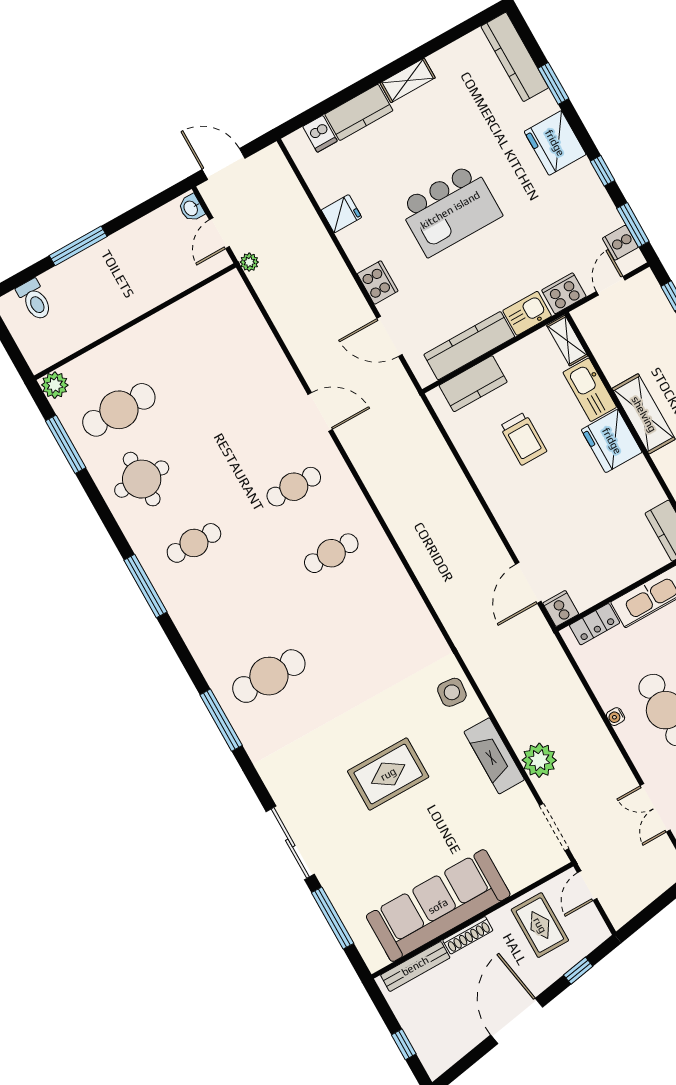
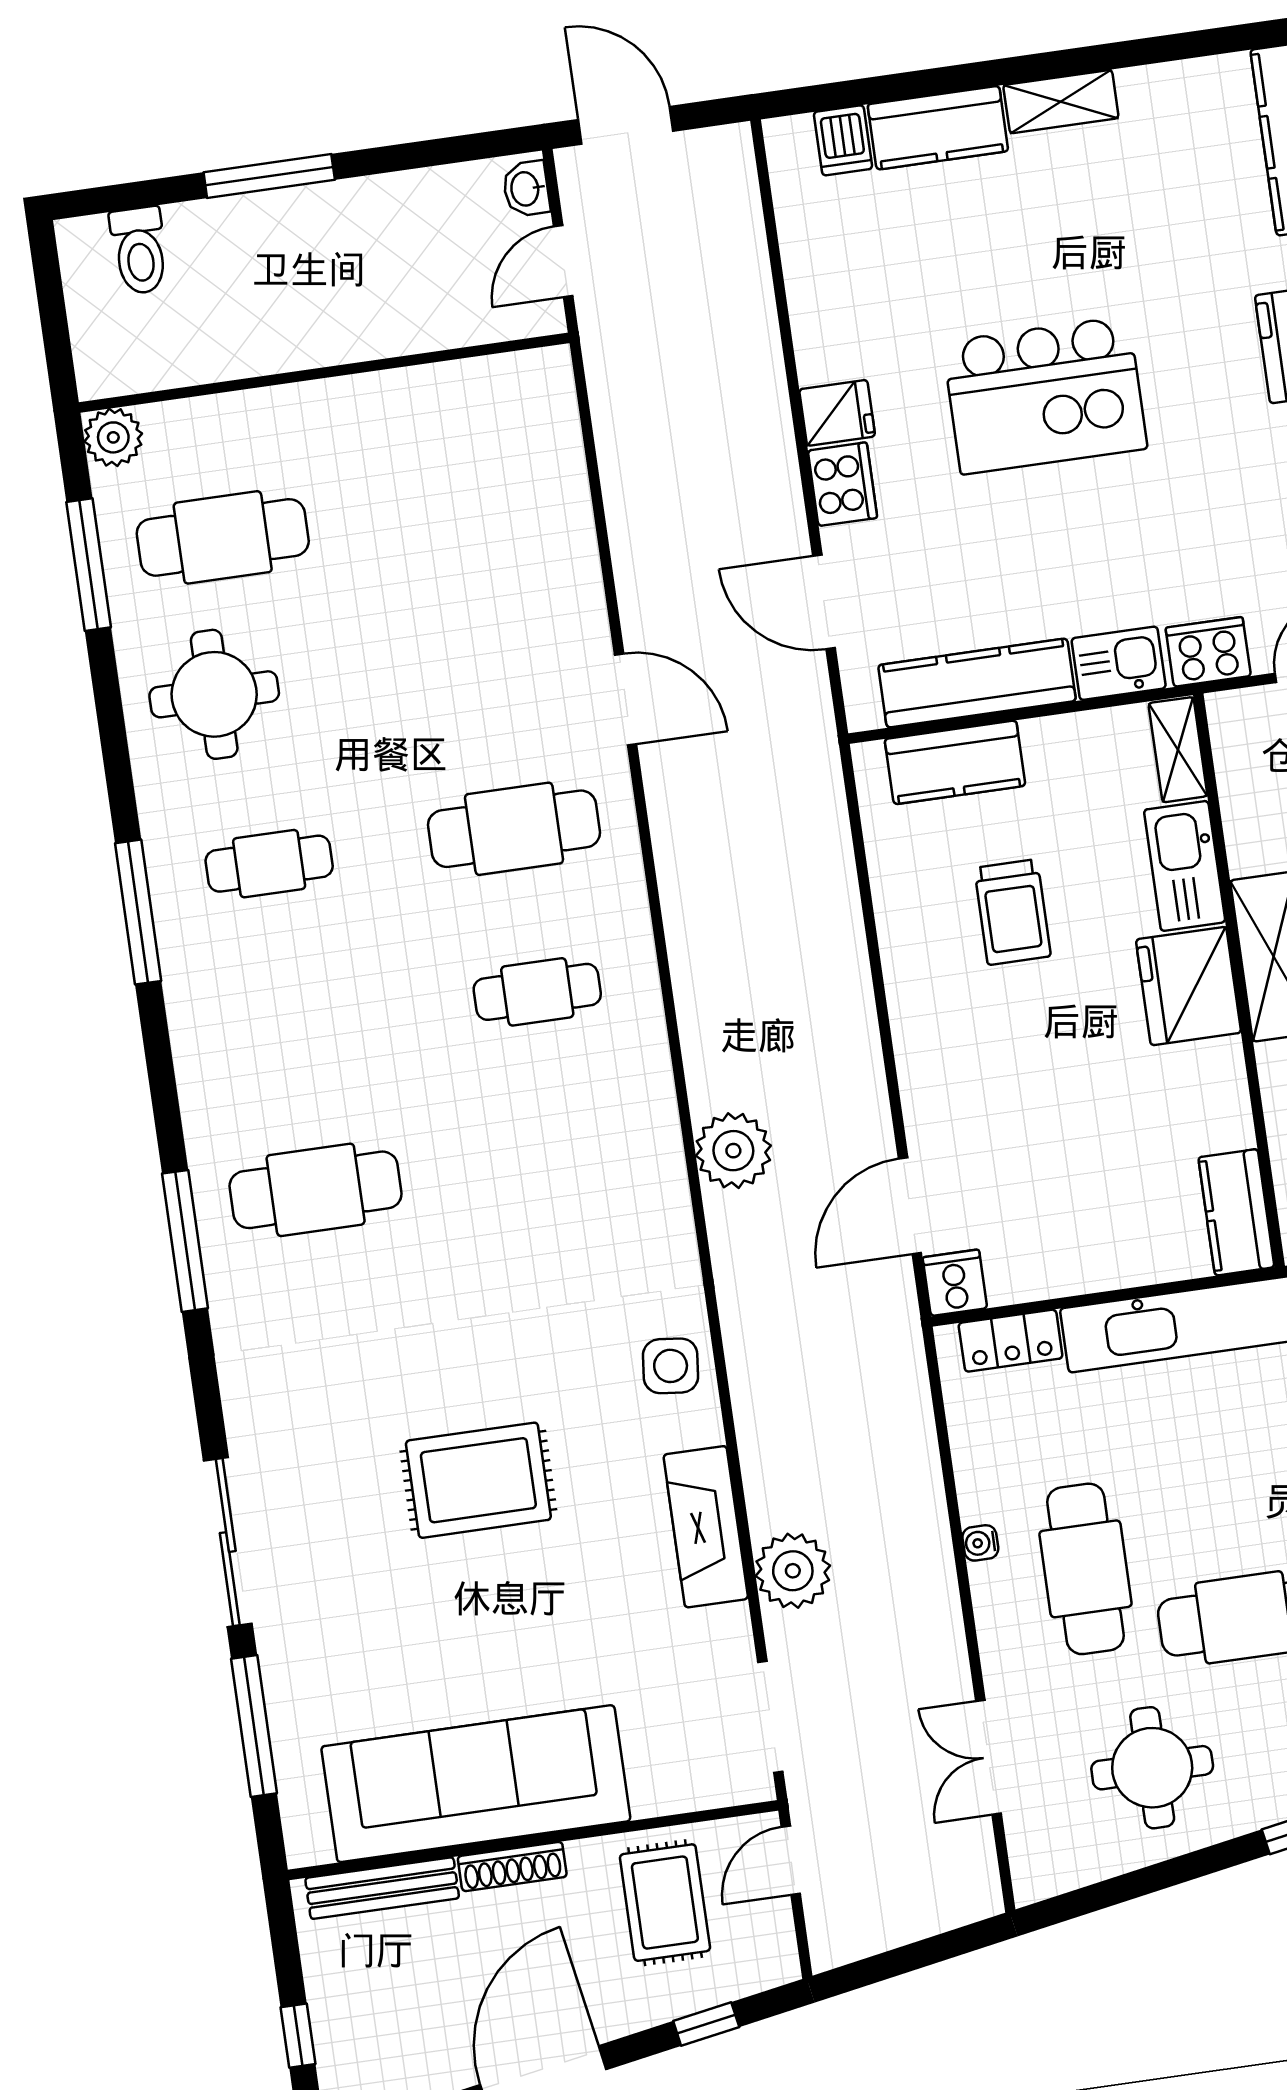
fridge: (341, 214) -> (837, 413), moved
plant: (249, 262) -> (733, 1151), moved, width x1.87, depth x1.87
cafe table: (294, 487) -> (514, 829), width x1.37, depth x1.35

